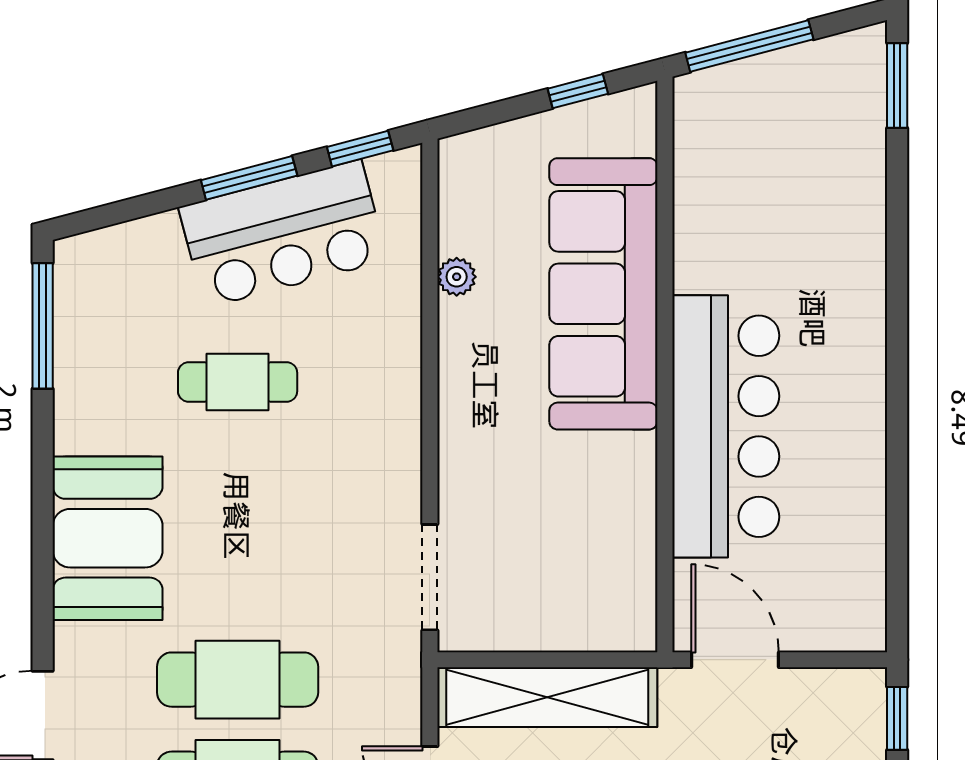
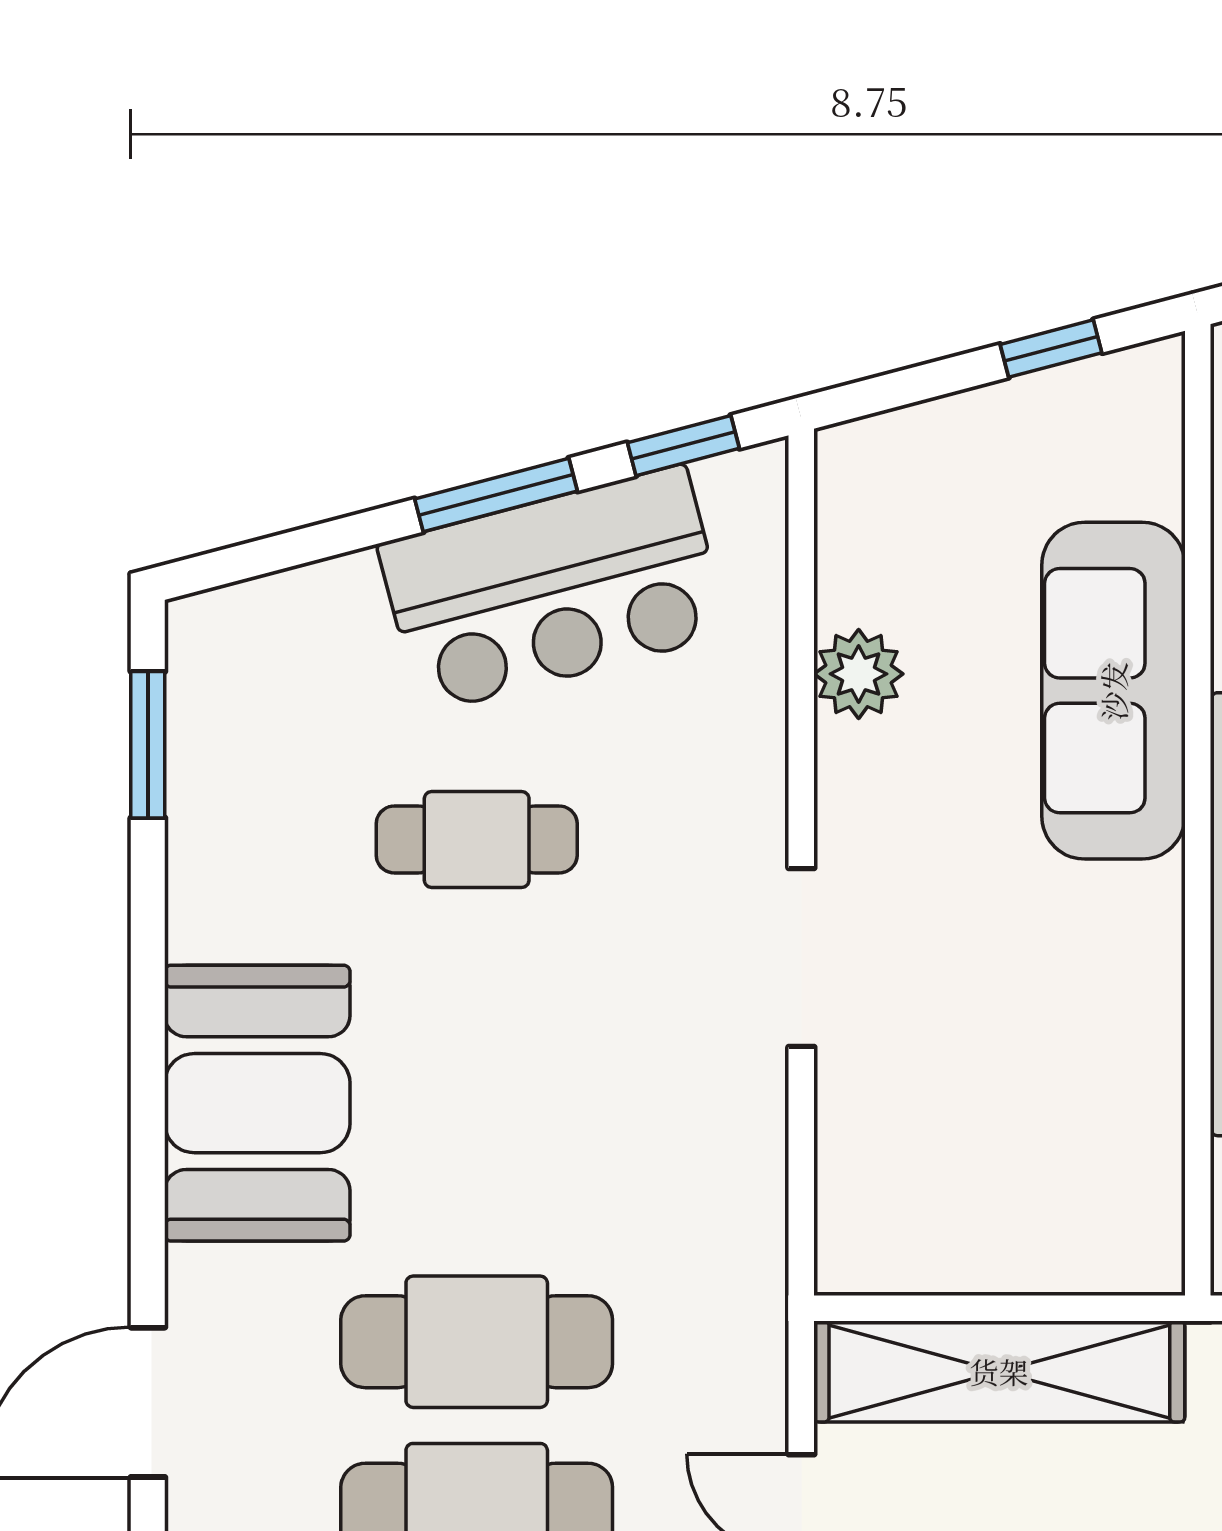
plant: (457, 277) -> (859, 674), width x1.38, depth x1.38
sofa: (603, 294) -> (1113, 691), width x0.74, depth x0.79
window: (43, 326) -> (148, 745), width x0.69
doorway: (430, 577) -> (801, 958), moved

